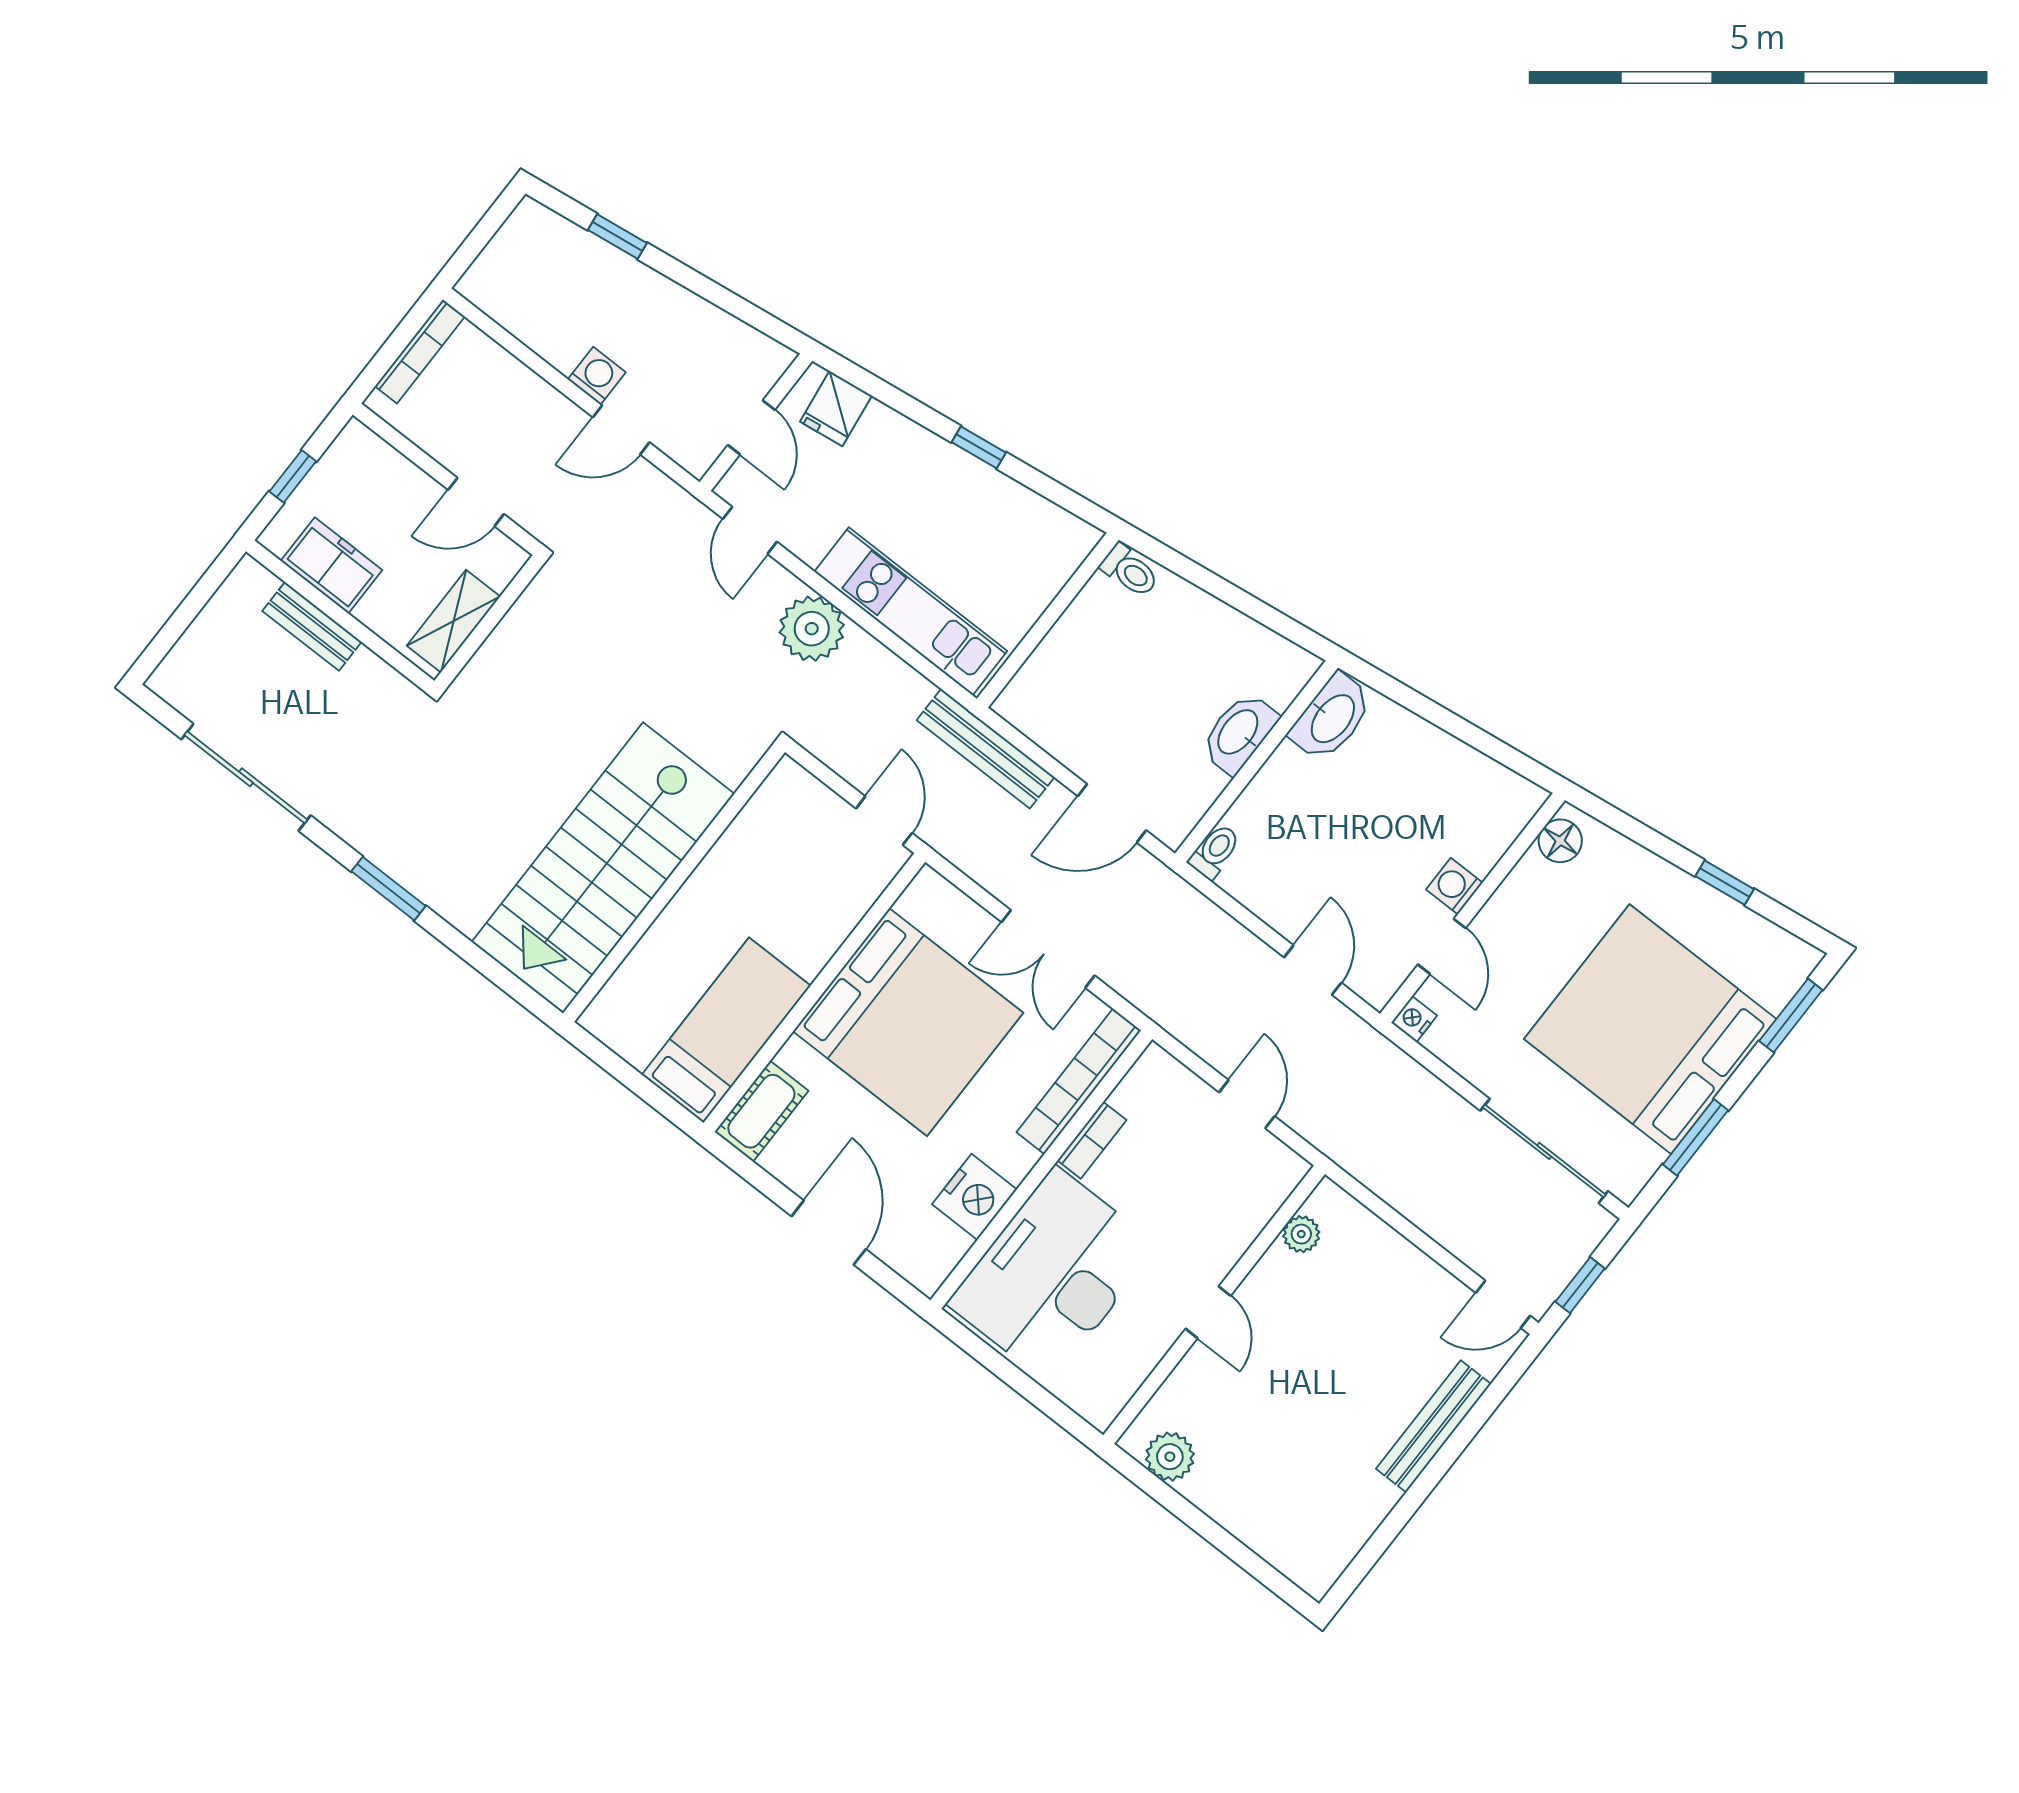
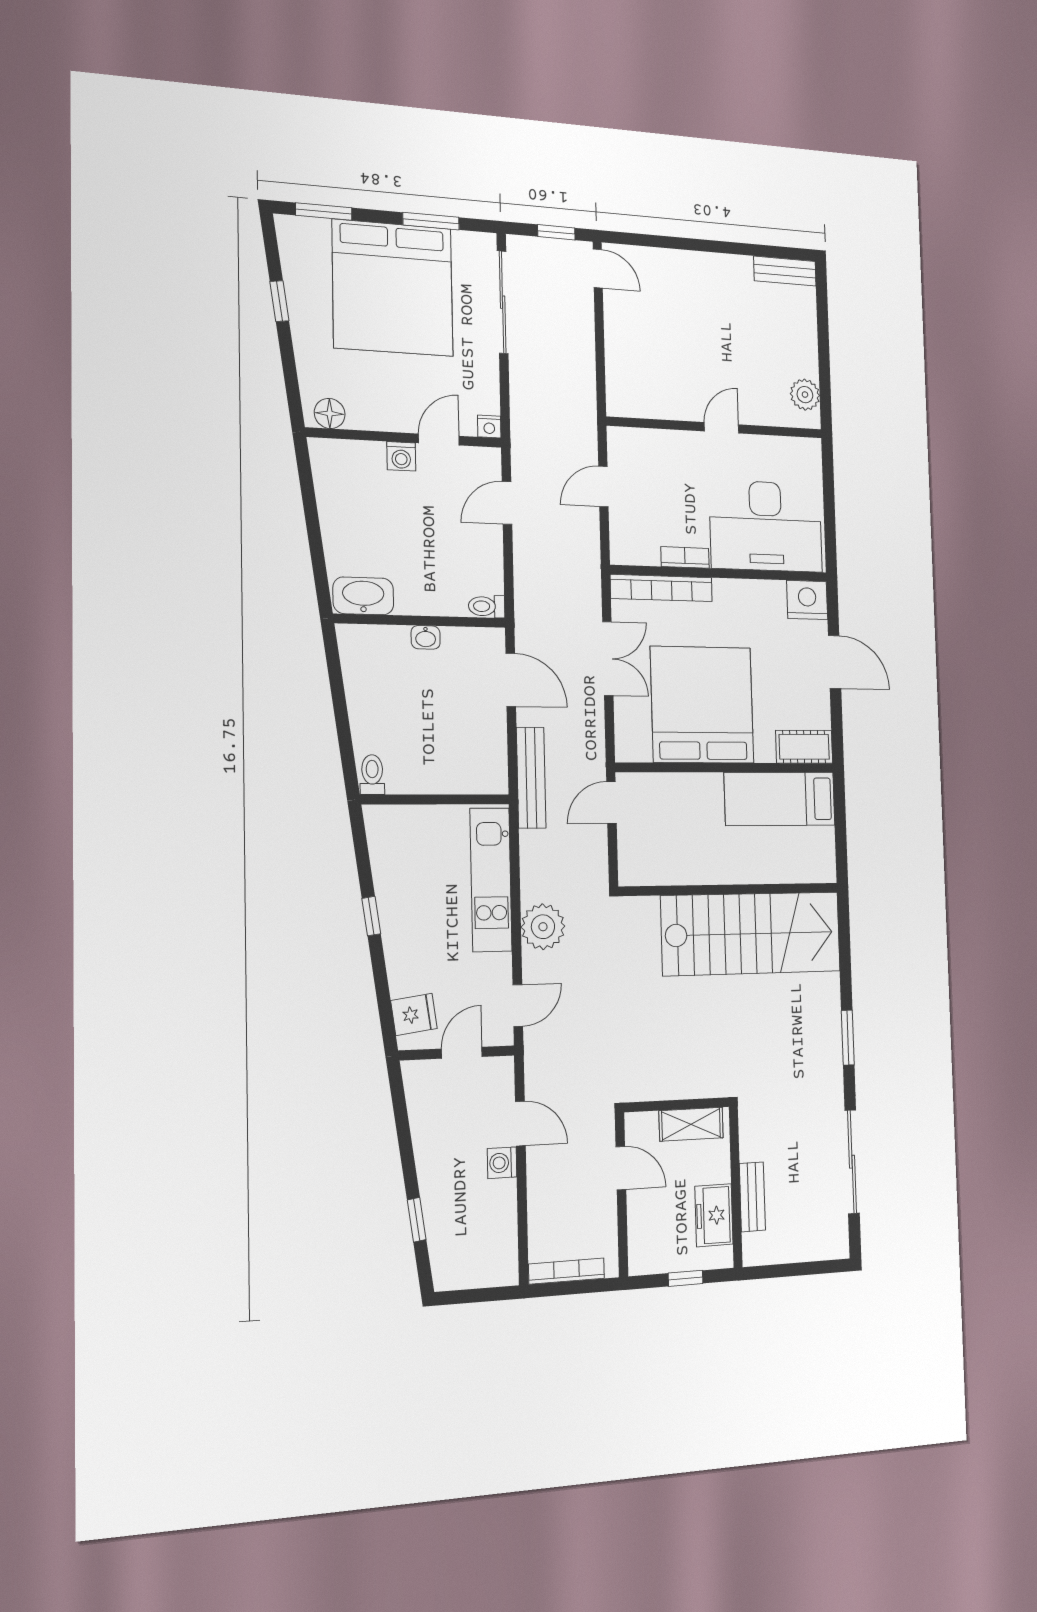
washbasin: (1239, 733) -> (426, 637), width x0.52, depth x0.69
nightstand: (975, 1197) -> (807, 600), moved
door: (829, 1233) -> (835, 662), swing flipped
plant: (1301, 1234) -> (646, 406), removed
bench: (1434, 1426) -> (785, 271), moved, width x0.73

